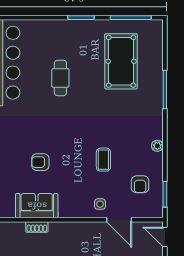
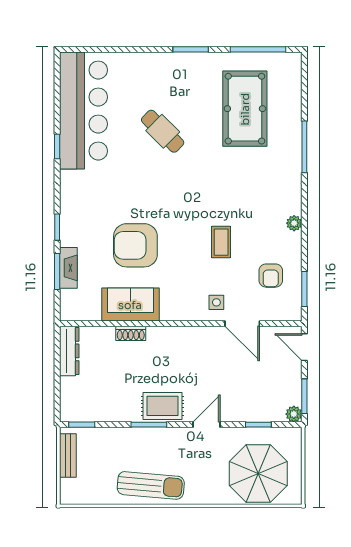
cafe table: (60, 78) -> (163, 131), turned -45
armchair: (40, 162) -> (135, 245), width x1.88, depth x1.88

